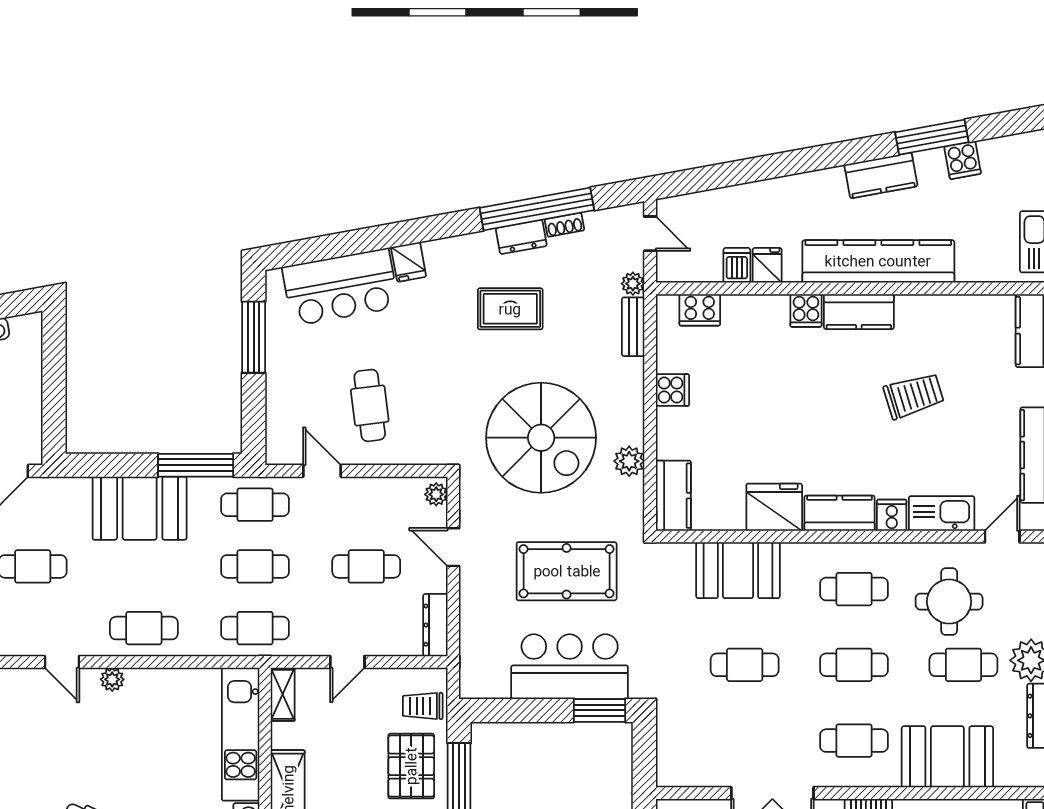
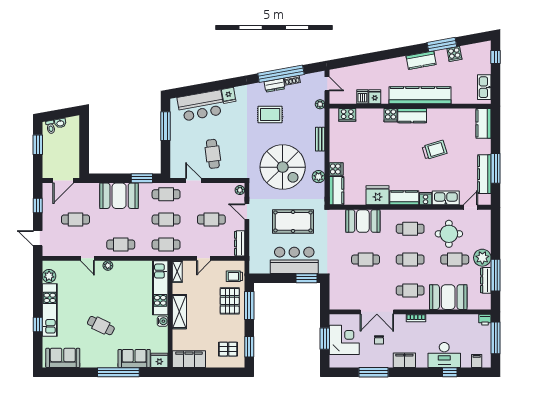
bench: (633, 327) -> (320, 139), moved
cooker: (672, 390) -> (336, 169), moved
window: (196, 465) -> (142, 178), width x0.69

